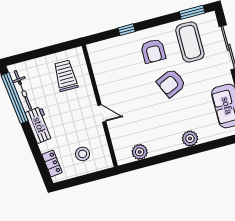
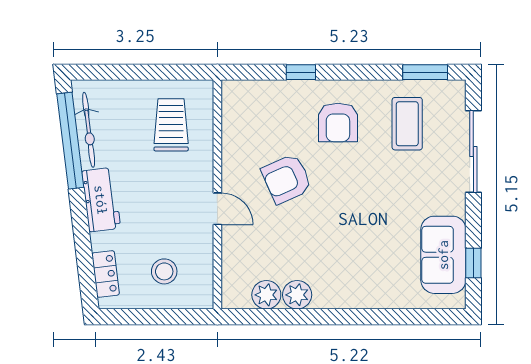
coffee table: (190, 42) -> (407, 124), width x0.73, depth x0.76
armchair: (171, 83) -> (287, 179), moved
plant: (190, 139) -> (297, 295), moved

